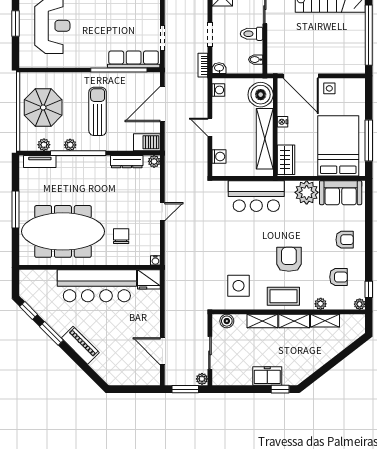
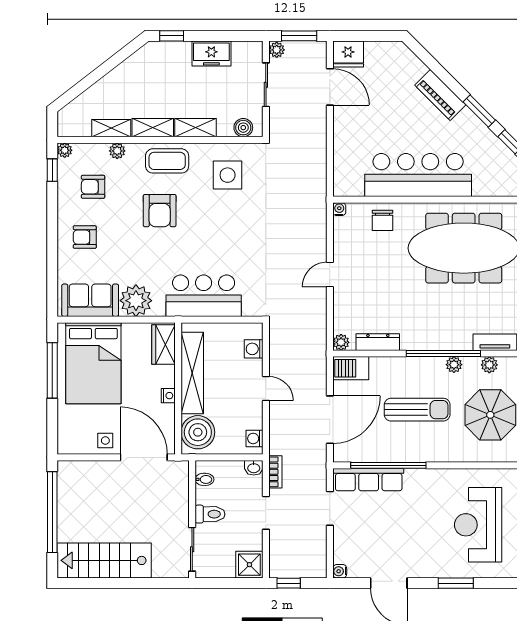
sun lounger: (98, 111) -> (417, 410), turned -90
chair: (121, 236) -> (382, 220), moved
fridge: (149, 279) -> (348, 54), moved, turned 180
freezer: (267, 376) -> (211, 54), moved

